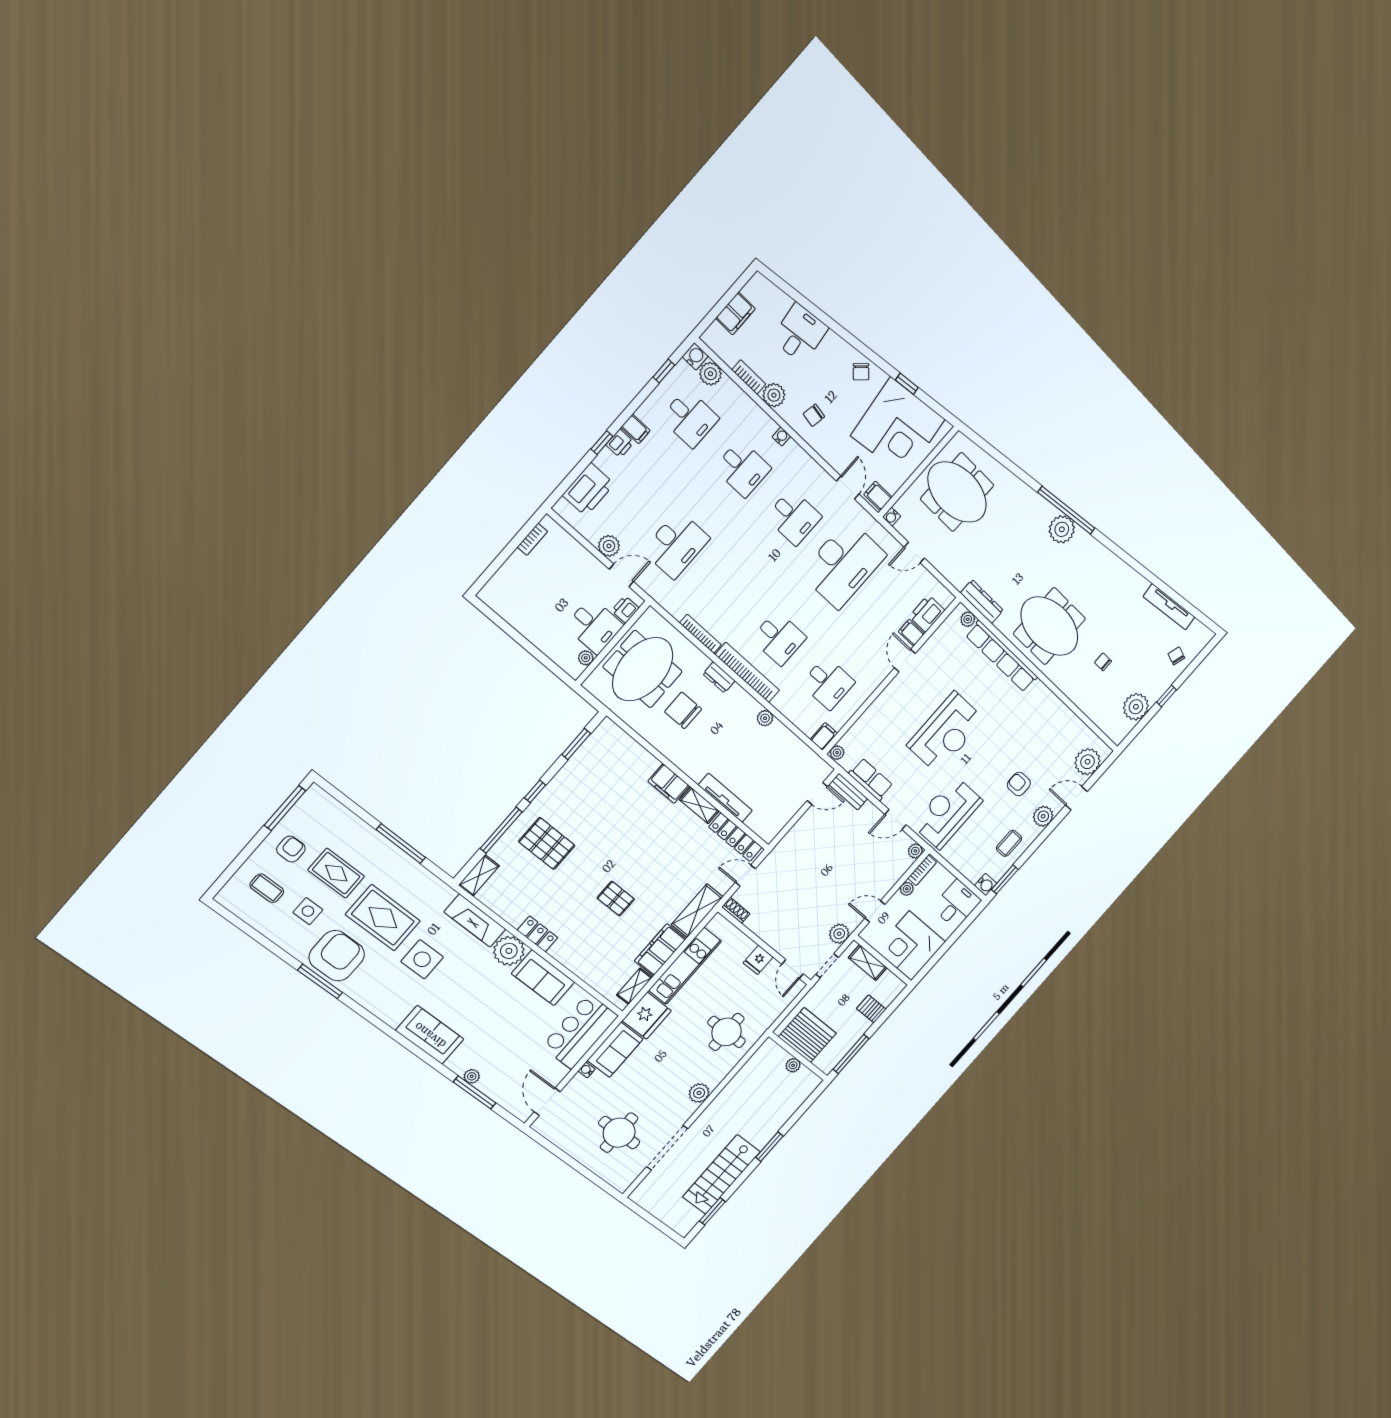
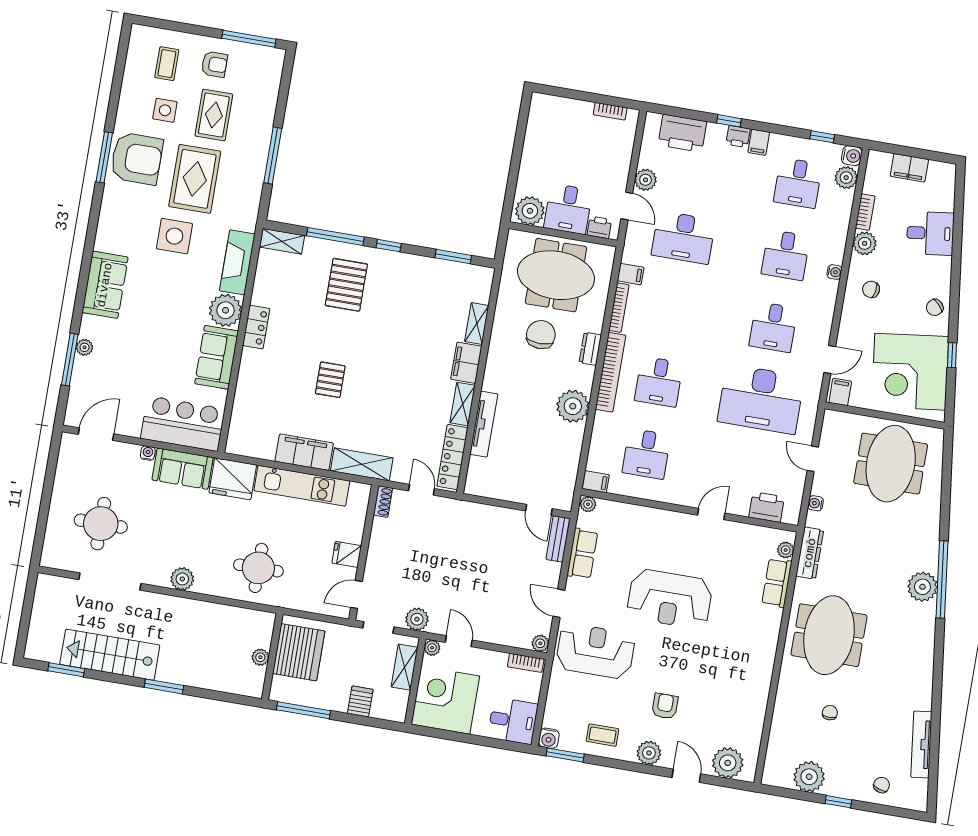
water cooler: (892, 517) -> (816, 503), moved
filing cabinet: (911, 633) -> (631, 274), moved, turned 90
row of seats: (1002, 656) -> (777, 583), width x0.50
plant: (586, 658) -> (530, 211), width x1.87, depth x1.87
plant: (765, 718) -> (573, 406), width x1.88, depth x1.88
plant: (907, 889) -> (432, 648), moved
shelving: (634, 986) -> (477, 324), moved, turned 90

